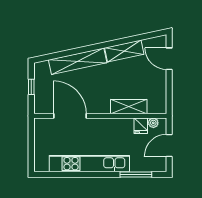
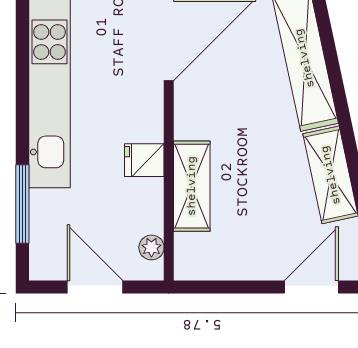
fridge: (141, 126) -> (144, 160), moved

